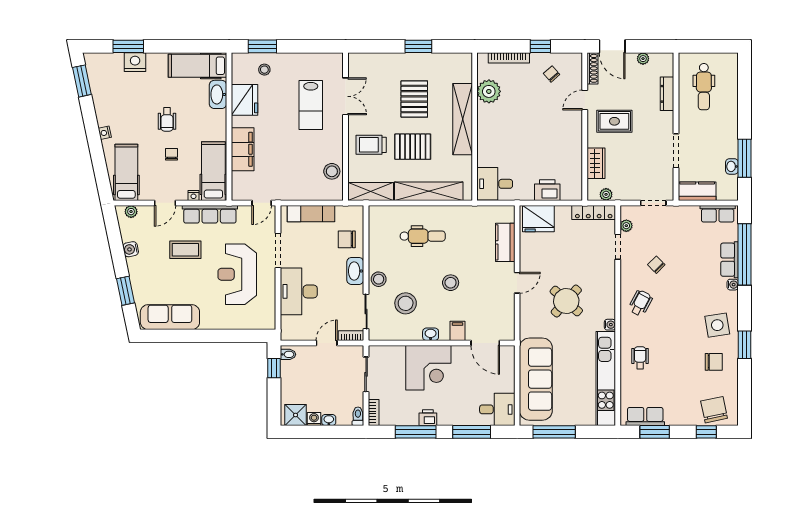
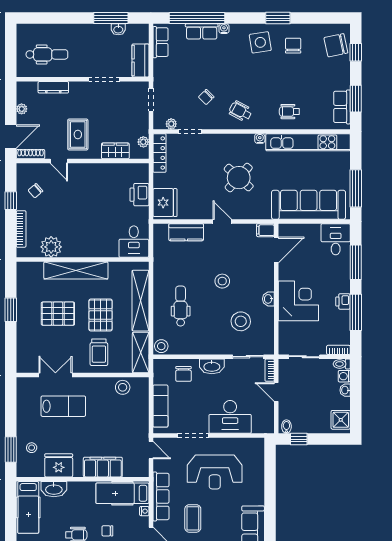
stool: (379, 279) -> (161, 346), moved
filing cabinet: (457, 331) -> (265, 230), moved
washing machine: (314, 419) -> (344, 376), moved

